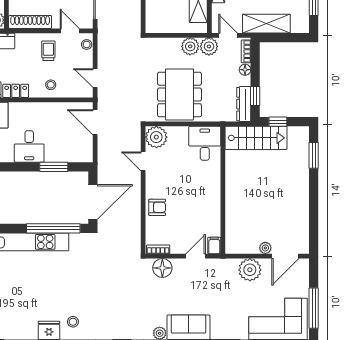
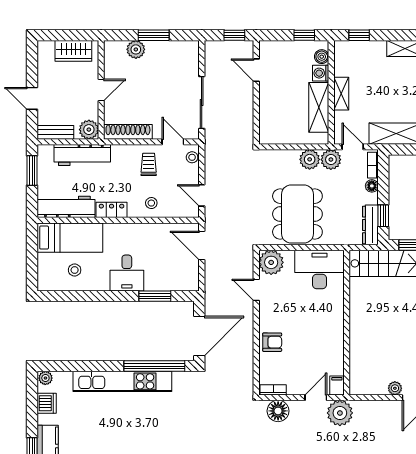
desk: (205, 143) -> (319, 269), width x1.37
plant: (250, 270) -> (340, 413), moved

